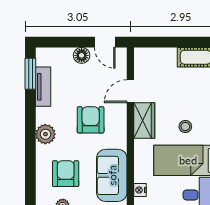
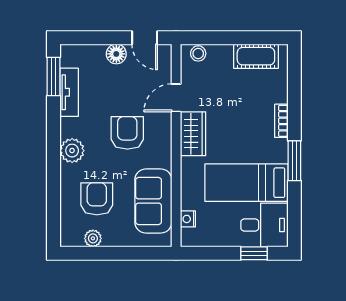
stool: (185, 126) -> (198, 53), moved

